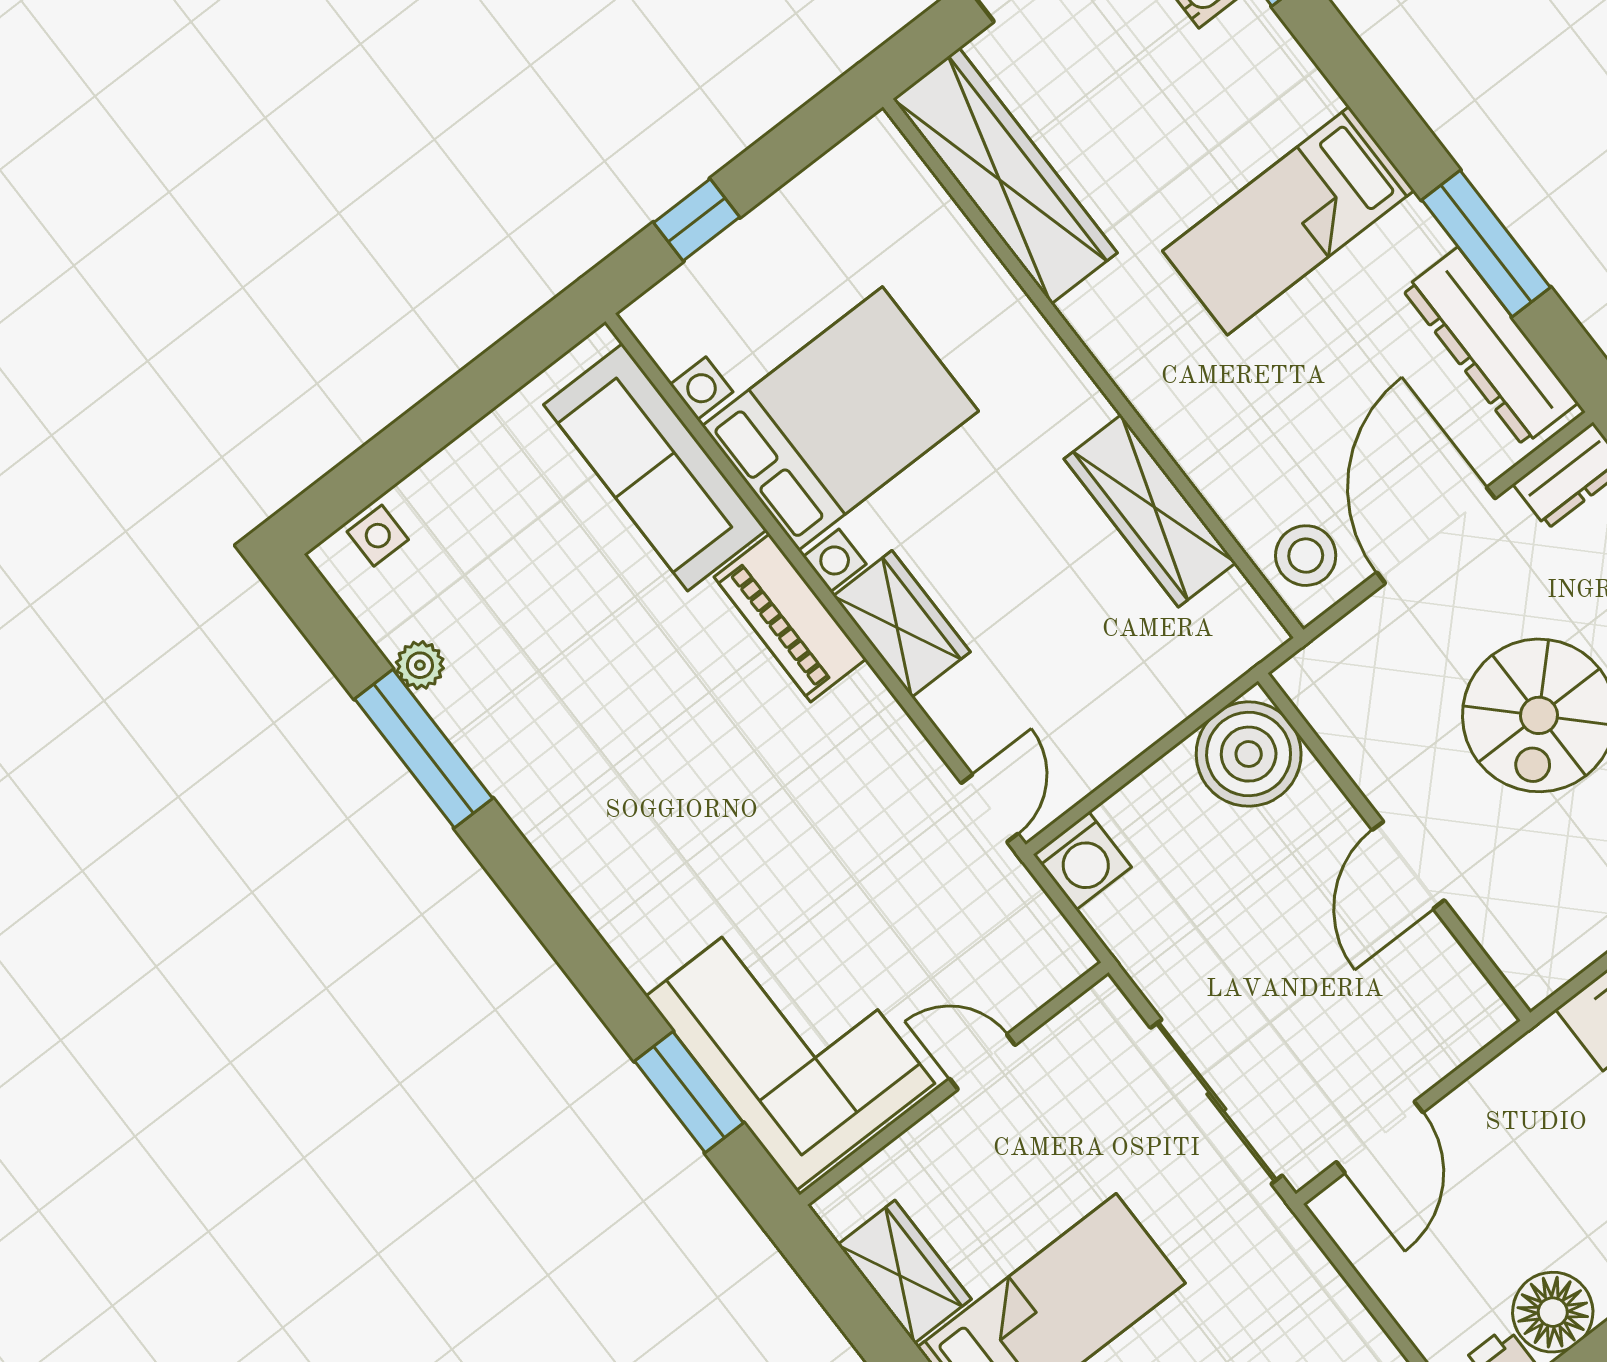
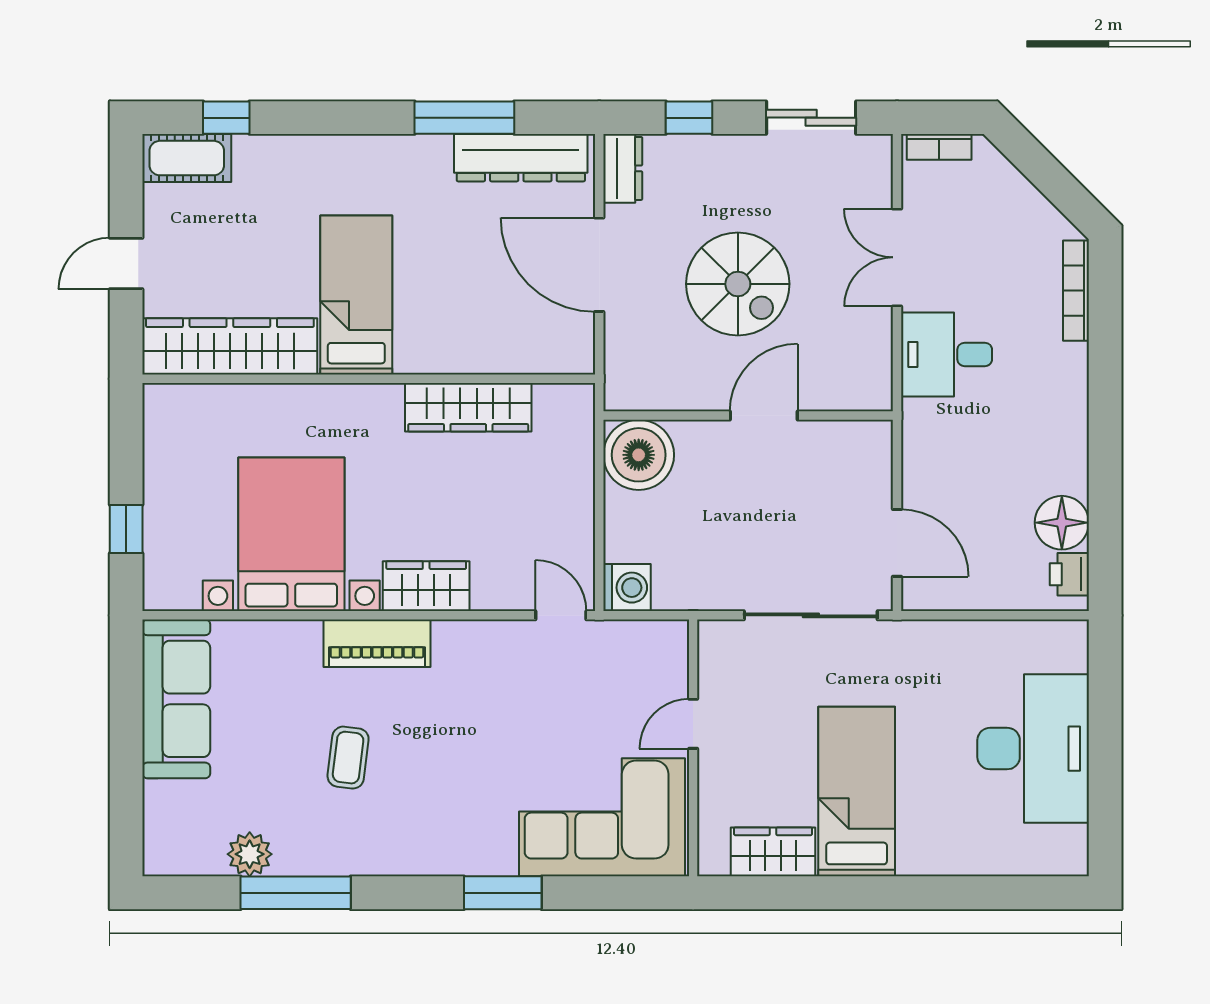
bed: (1288, 221) -> (356, 295), moved, turned 180
sofa: (655, 467) -> (176, 699), moved, turned -90
side table: (378, 536) -> (163, 829), removed
stool: (1306, 556) -> (556, 343), removed
plant: (420, 665) -> (250, 854), width x1.38, depth x1.38
coffee table: (630, 688) -> (348, 758), added
door: (1408, 865) -> (764, 415), swing flipped
window: (689, 1092) -> (503, 893), moved

